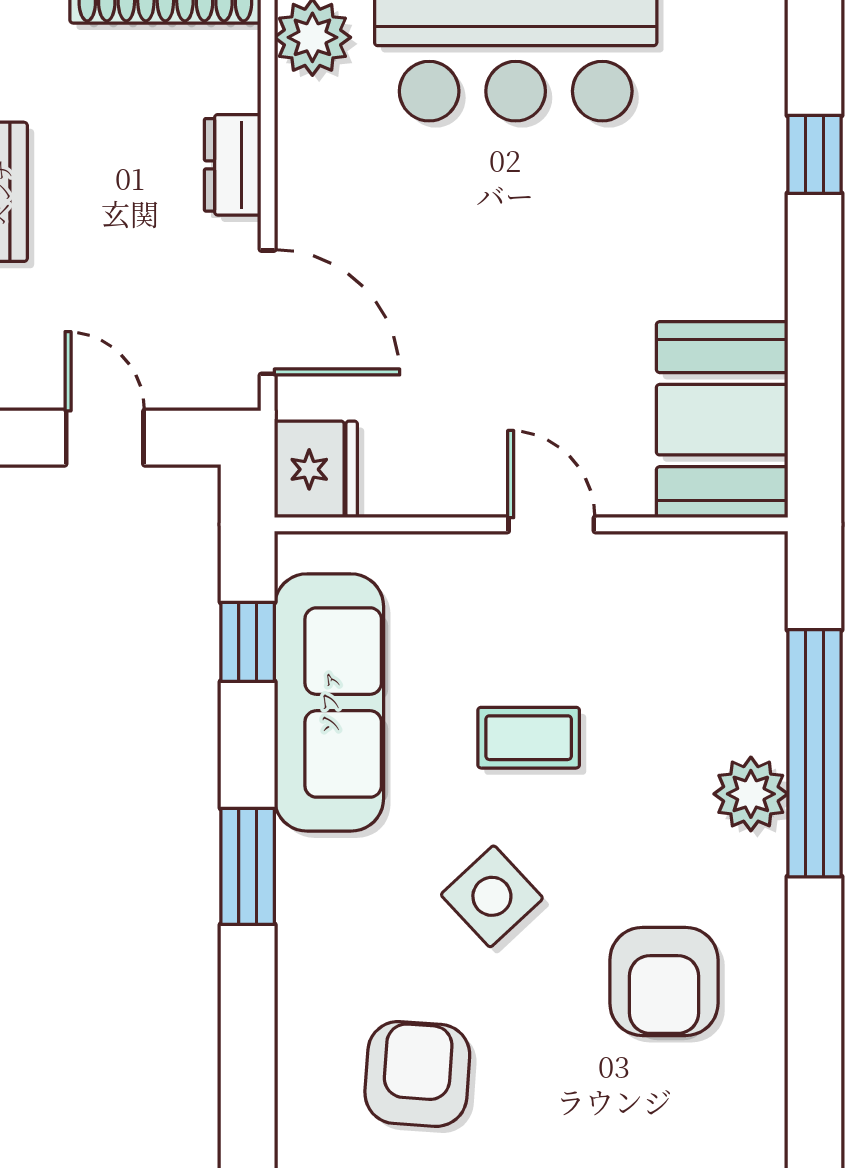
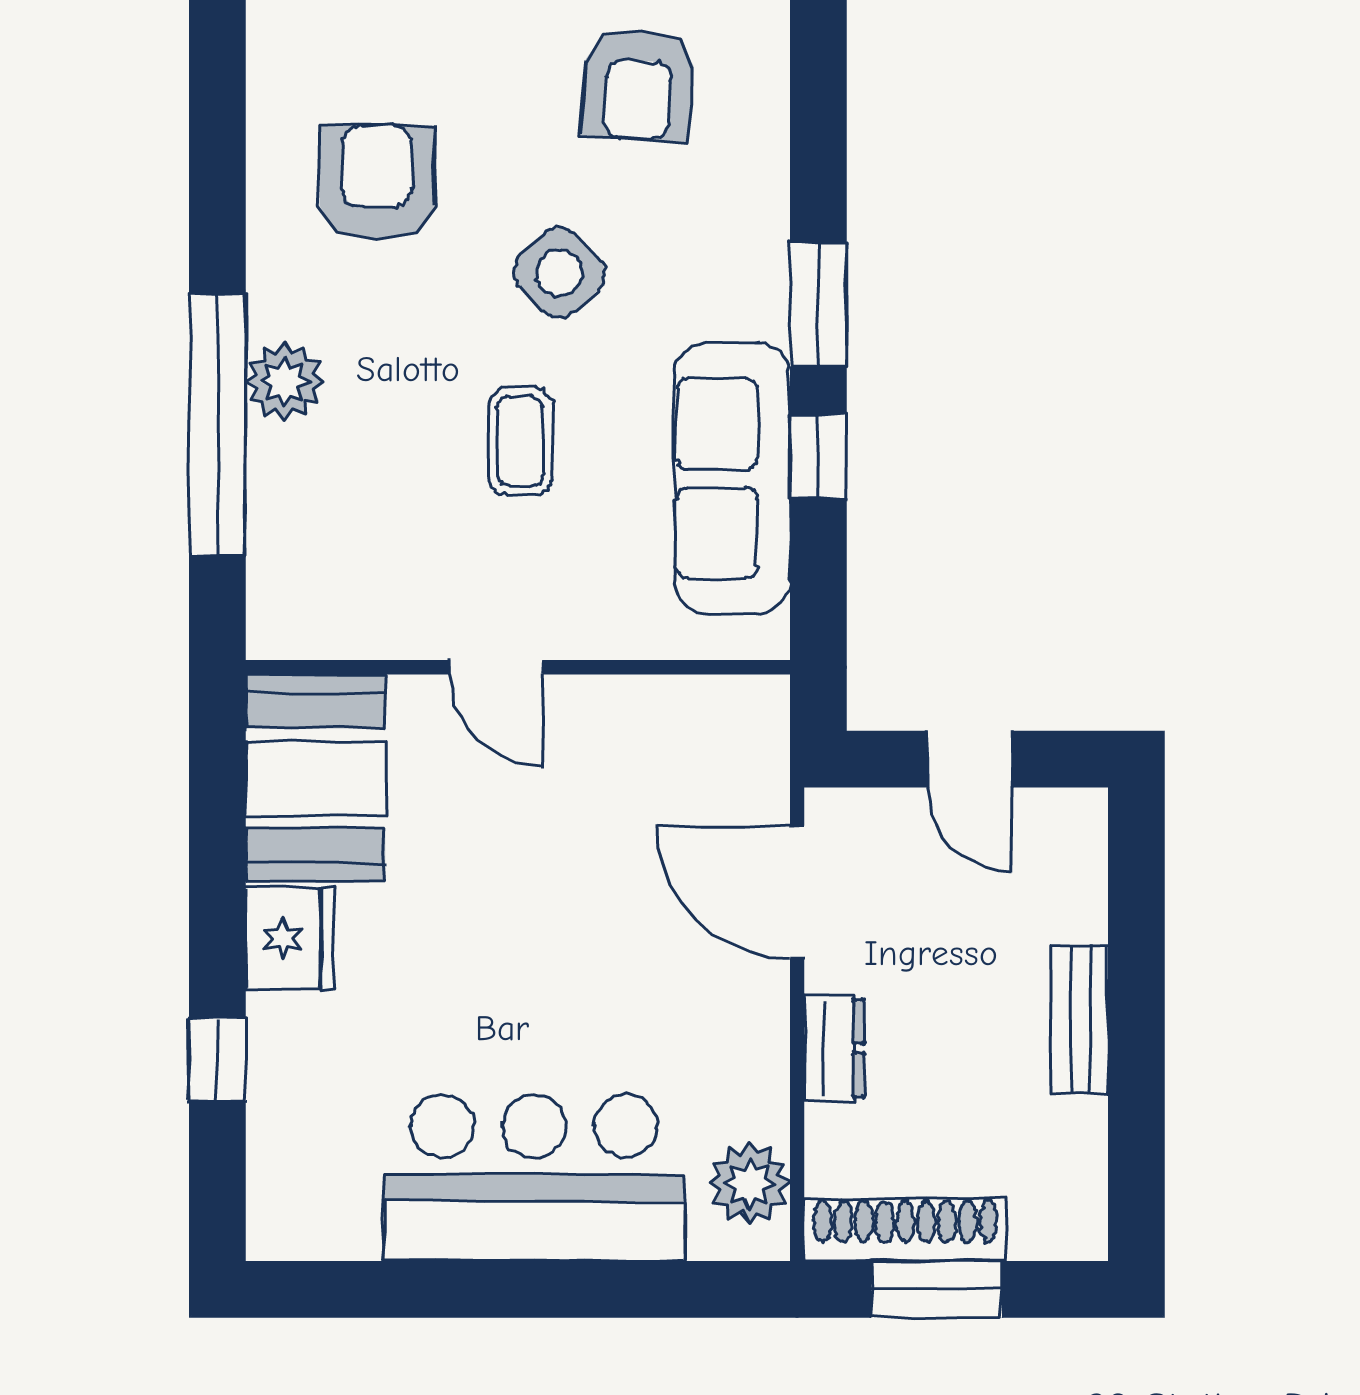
fridge: (316, 469) -> (290, 939), moved, turned 180
window: (248, 642) -> (818, 456), moved
coffee table: (529, 738) -> (520, 441), turned 90

